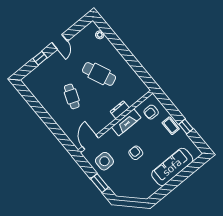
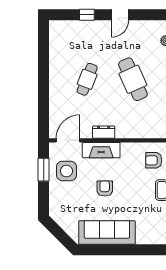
dresser: (120, 110) -> (104, 132), moved
fireplace: (126, 122) -> (101, 150), moved
sofa: (172, 167) -> (107, 233), moved
window: (100, 183) -> (44, 170), moved

